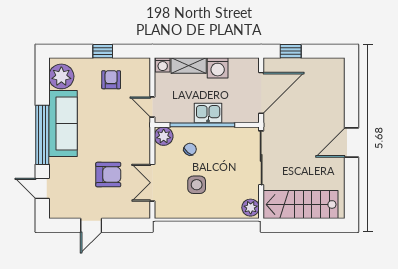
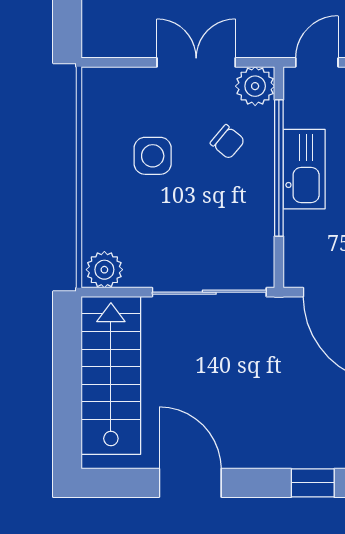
window: (351, 109) -> (313, 483), added
kitchen sink: (208, 113) -> (304, 169), width x1.38
door: (351, 143) -> (190, 483), moved
double door: (152, 183) -> (196, 62), moved

